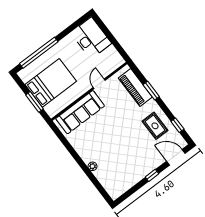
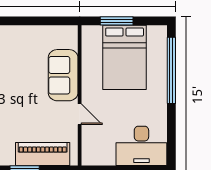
sofa: (80, 112) -> (63, 75), width x0.73

